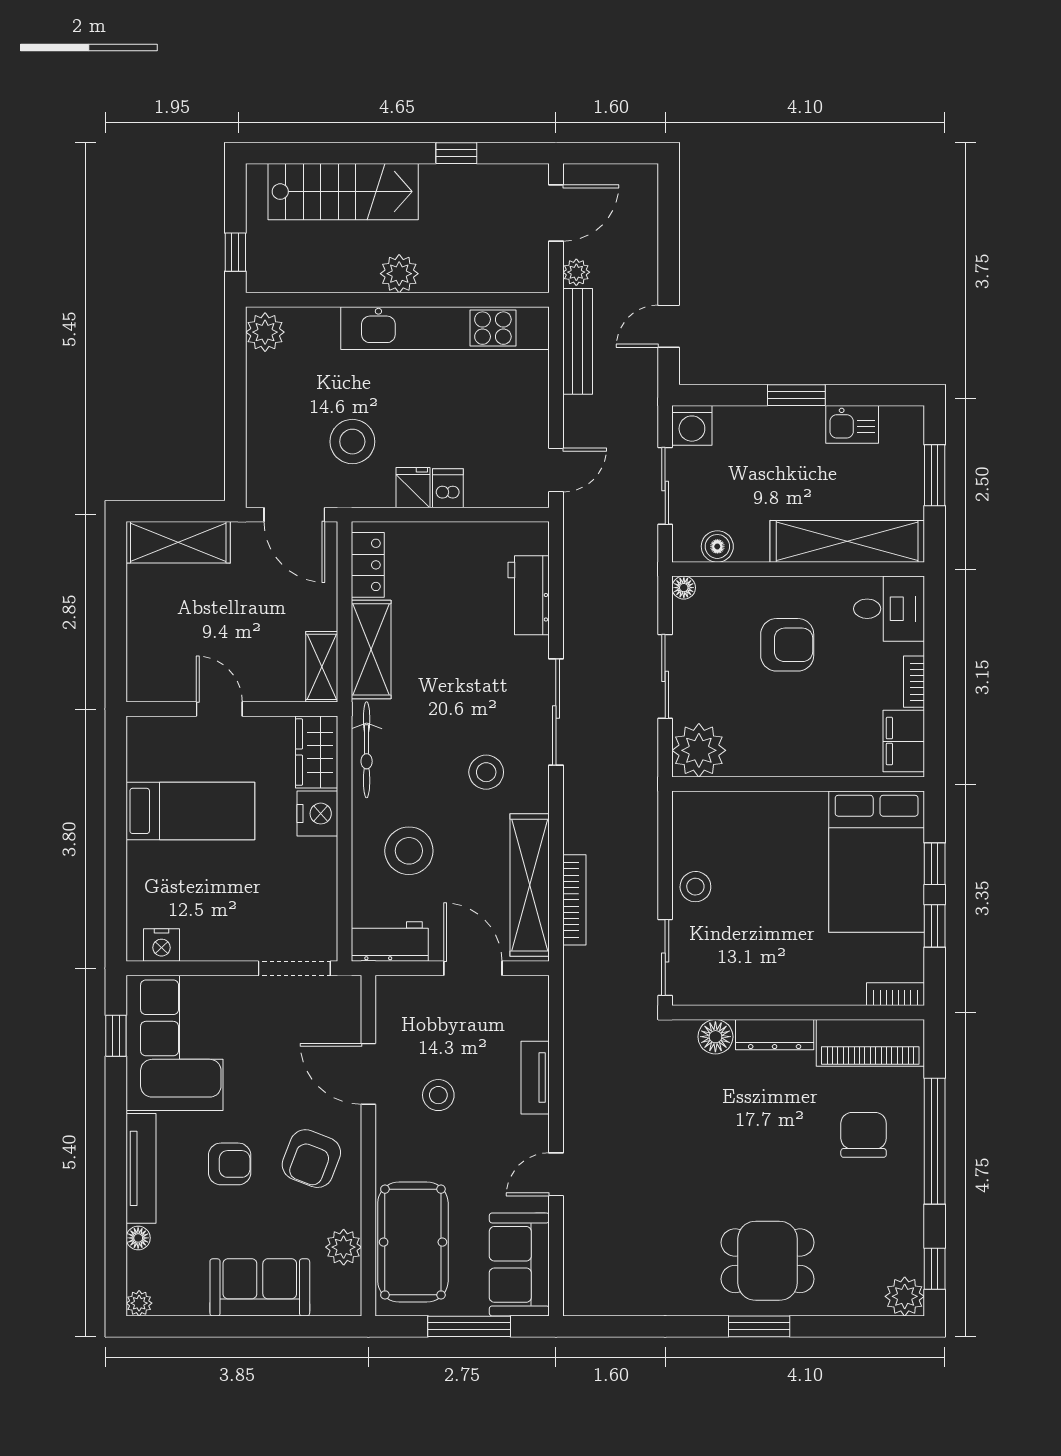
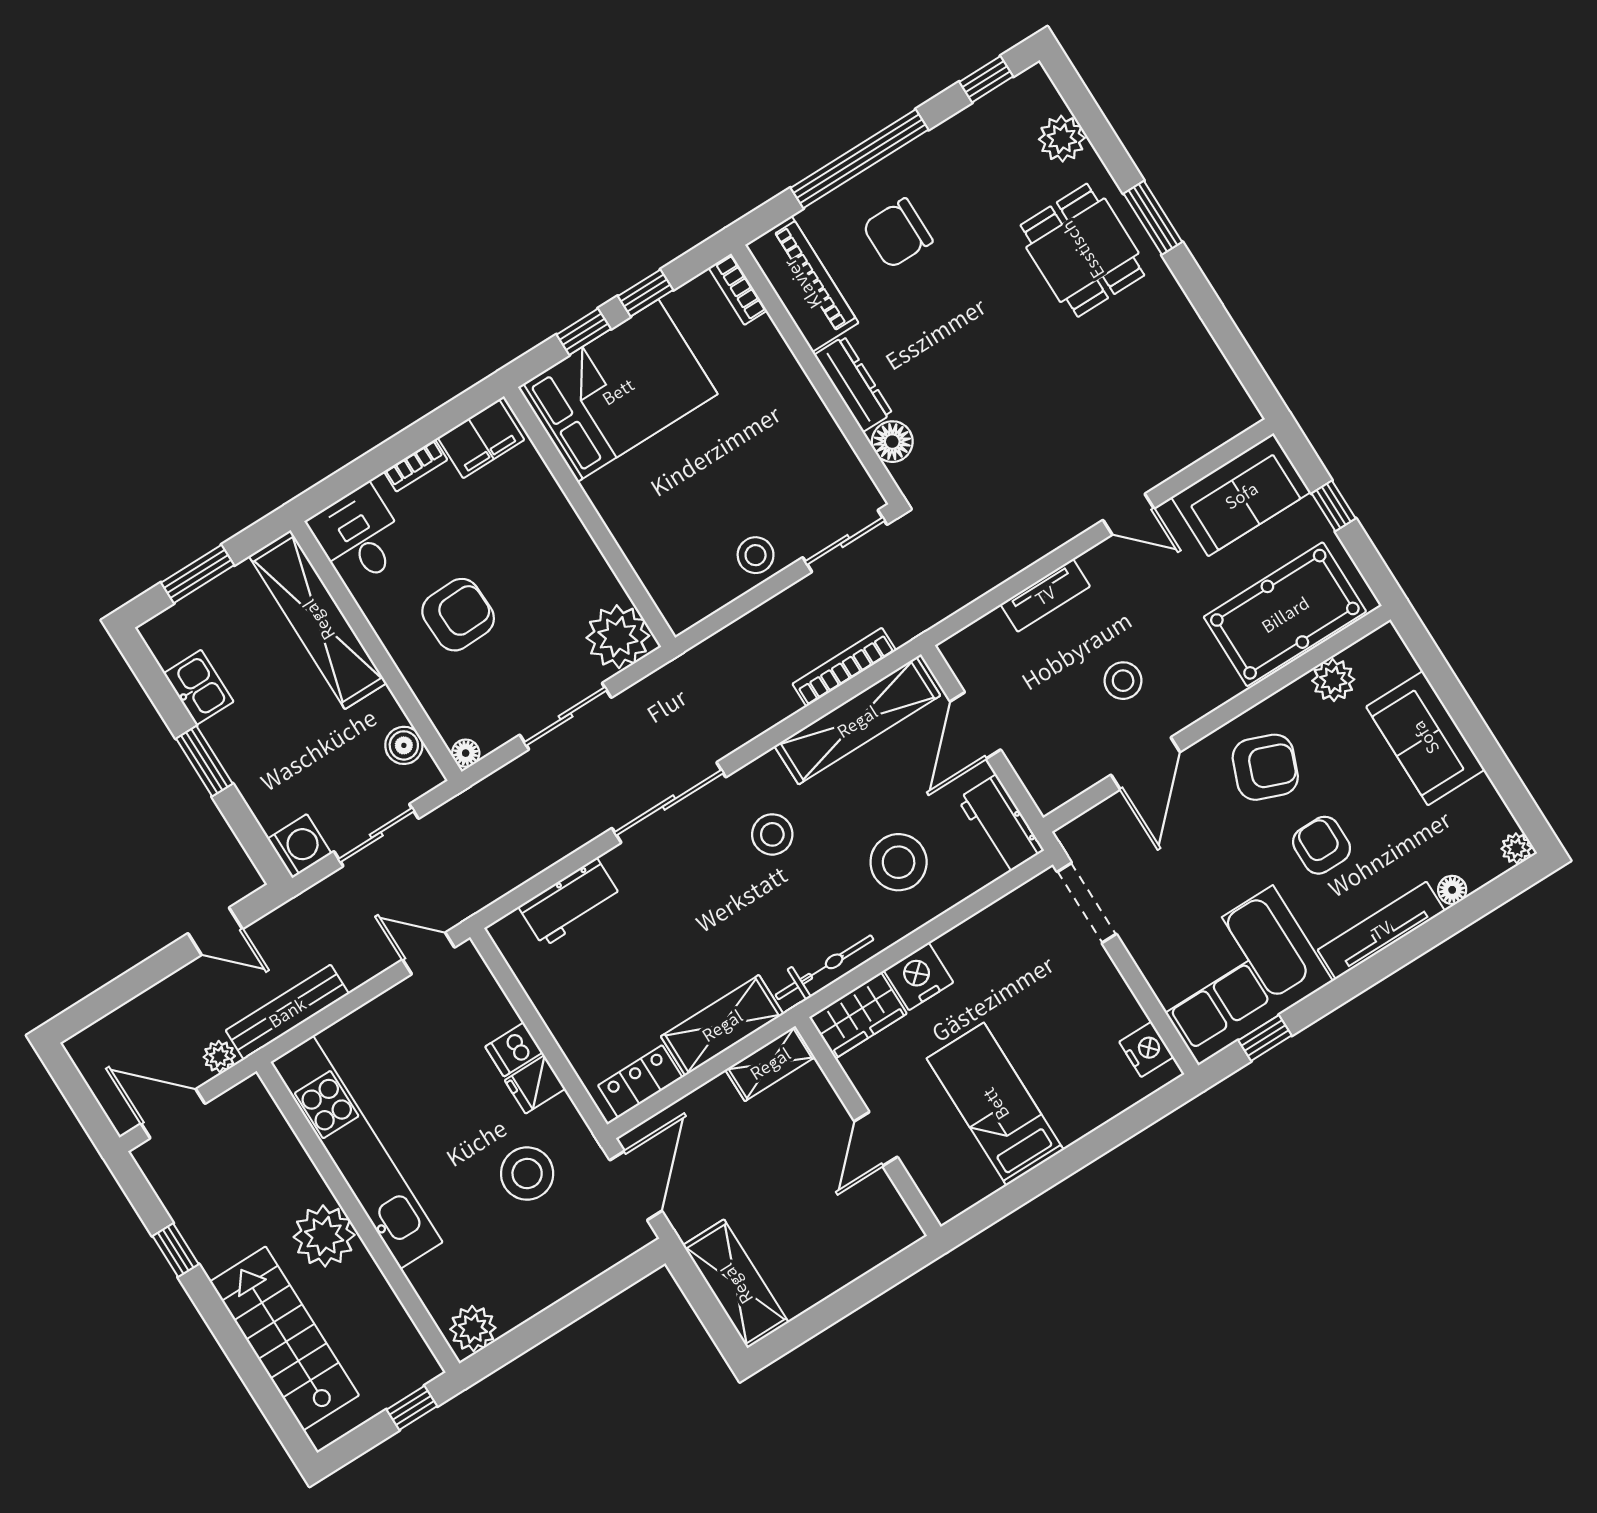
plant: (399, 274) -> (324, 1236), width x1.36, depth x1.36
armchair: (787, 645) -> (458, 615), turned 88
plant: (905, 1296) -> (1062, 139), moved
window: (469, 1326) -> (1334, 506), width x0.46

